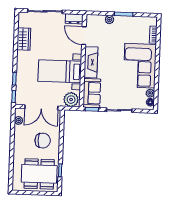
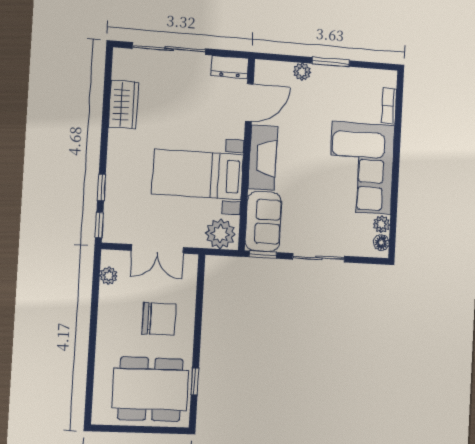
door: (84, 36) -> (249, 102), swing flipped
double door: (41, 107) -> (158, 249), width x0.73

